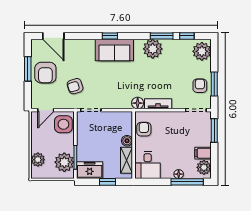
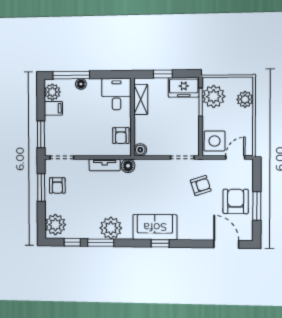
boiler: (127, 141) -> (140, 150), moved

